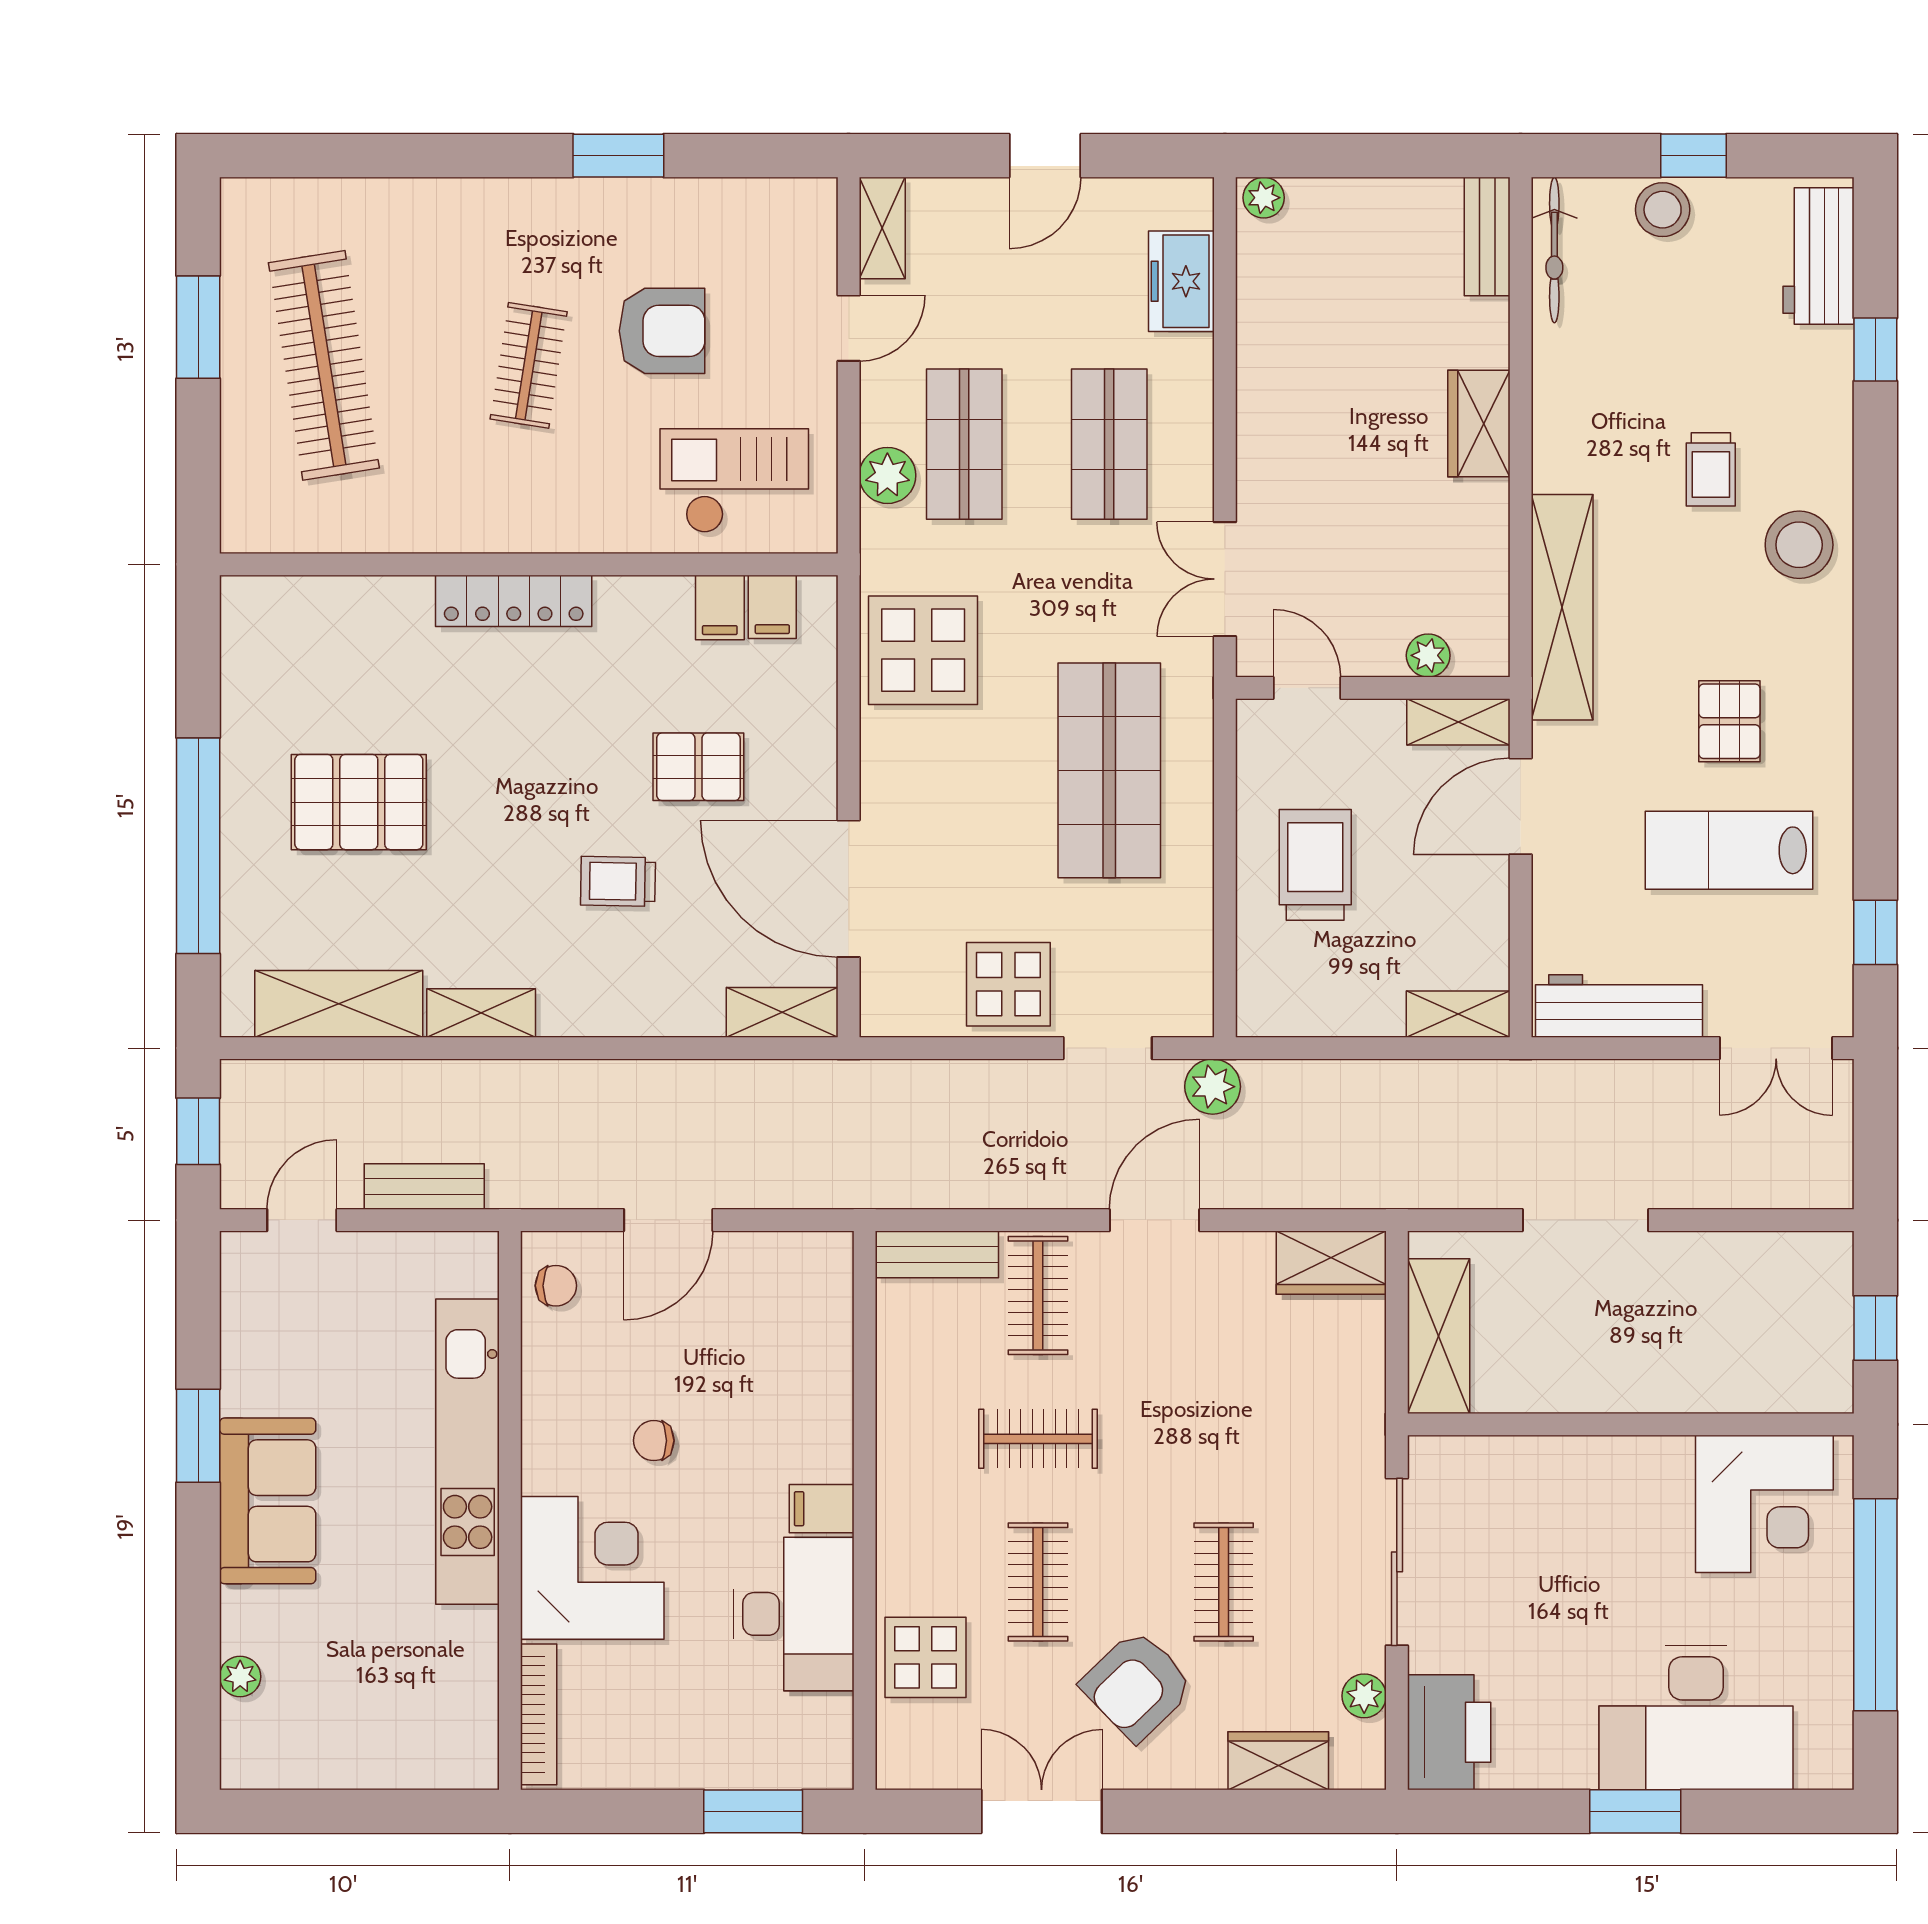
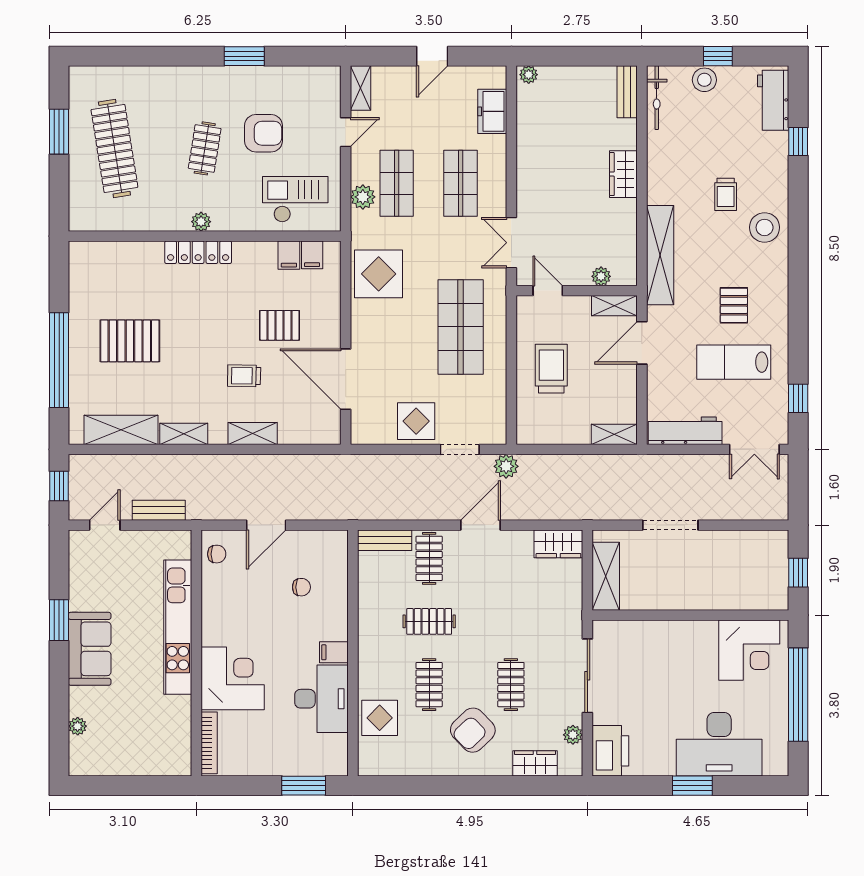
plant: (520, 532) -> (201, 222), added
shelving: (782, 1012) -> (253, 434), moved
chair: (654, 1441) -> (301, 587), moved, turned 180
double door: (1042, 1811) -> (431, 786), removed

